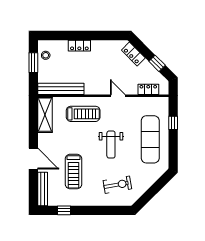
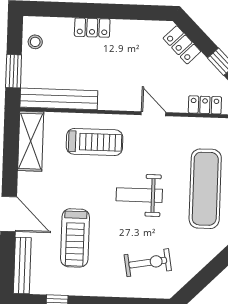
window: (33, 63) -> (14, 71), moved
weight bench: (111, 145) -> (139, 195), turned 90

